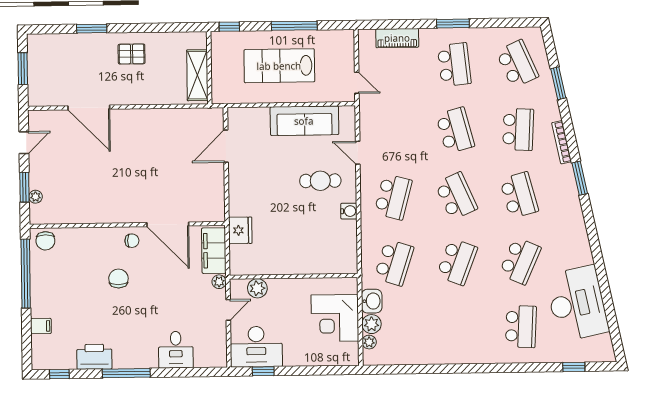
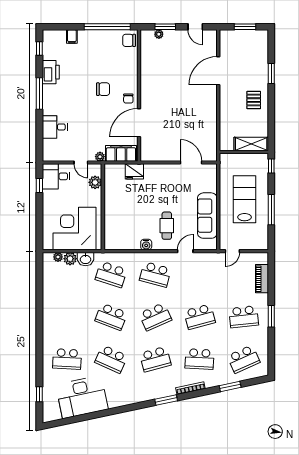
shelving: (197, 75) -> (251, 144), moved
corner desk: (335, 318) -> (74, 229), width x1.36, depth x1.36
desk: (256, 347) -> (56, 176), width x0.73

